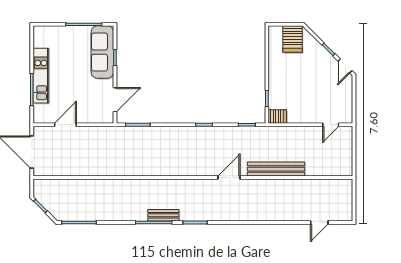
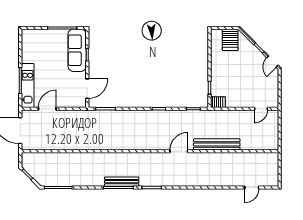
kitchen unit: (41, 76) -> (28, 85), moved
bench: (163, 215) -> (122, 182), width x1.36

